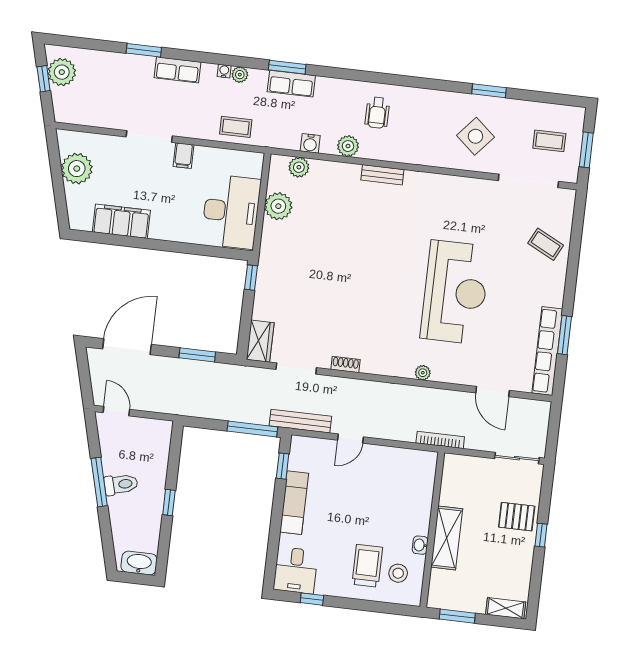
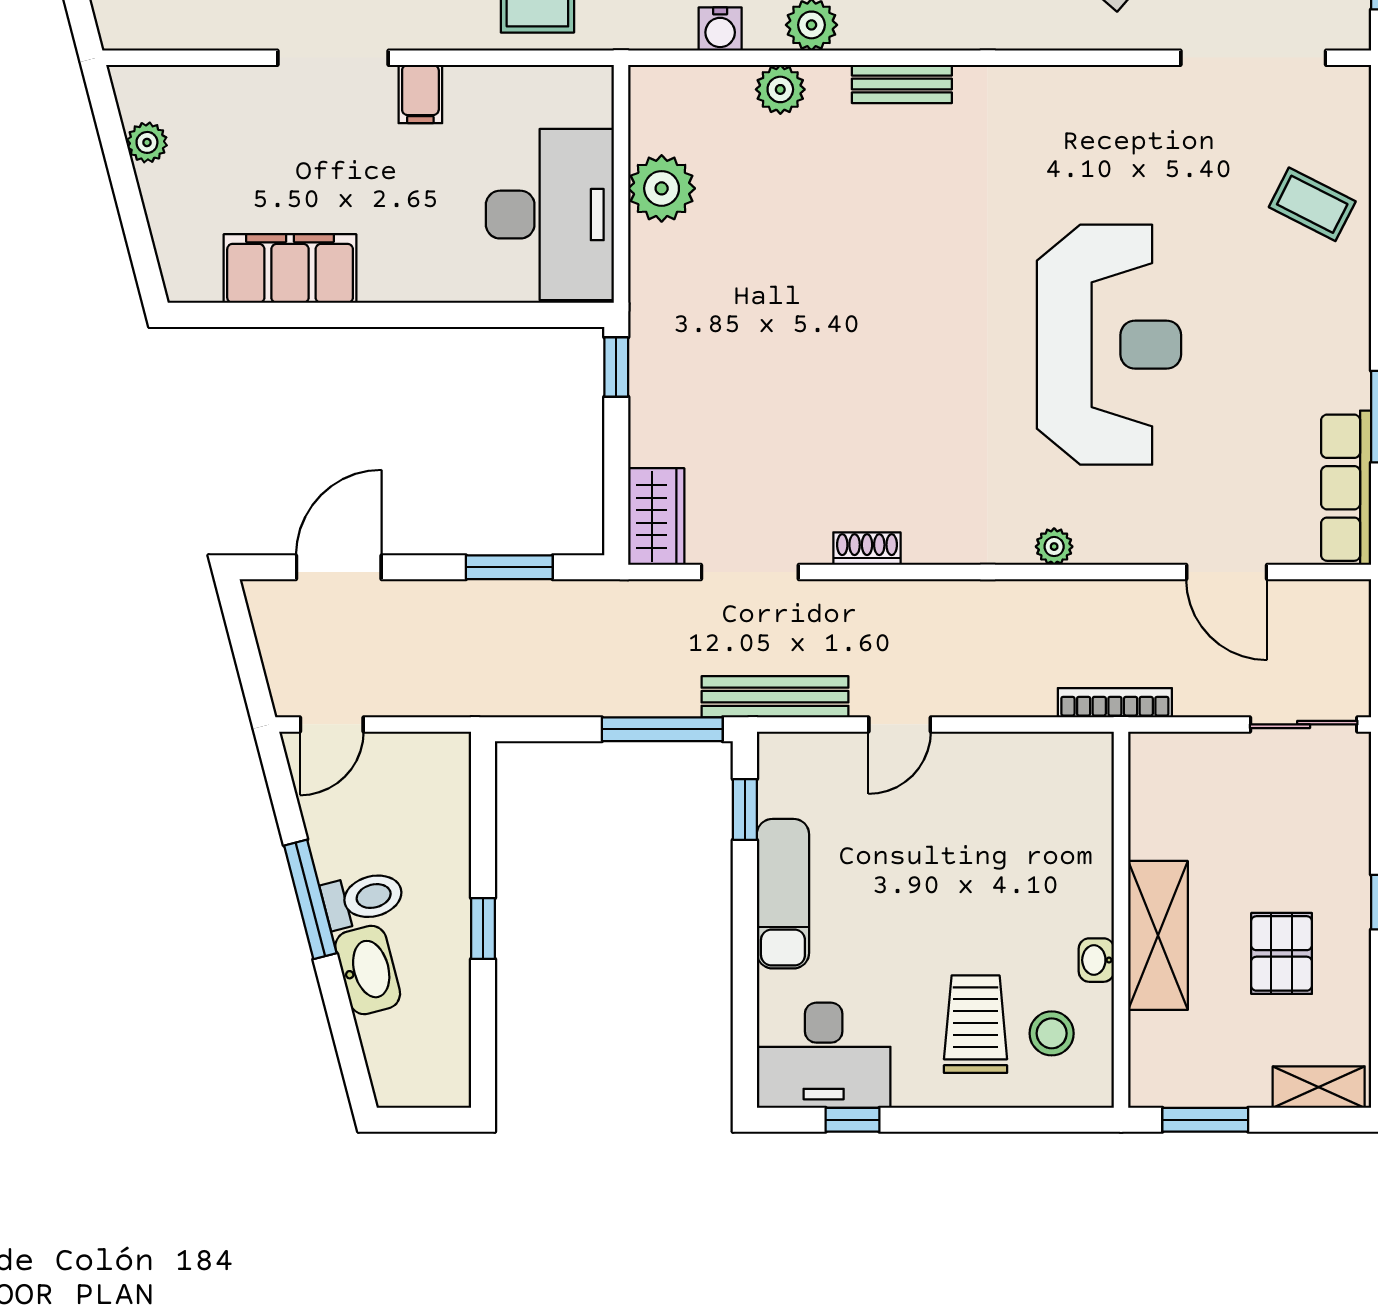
plant: (299, 167) -> (780, 89), moved
plant: (77, 169) -> (147, 142), width x0.53, depth x0.53
door: (127, 347) -> (339, 567), width x0.73
row of seats: (547, 351) -> (1346, 488), width x0.73
door: (116, 411) -> (332, 724), swing flipped
pallet: (517, 517) -> (1282, 953), moved, turned 90
washbasin: (139, 563) -> (368, 970), moved, turned 75
desk: (296, 570) -> (824, 1055), width x1.37

